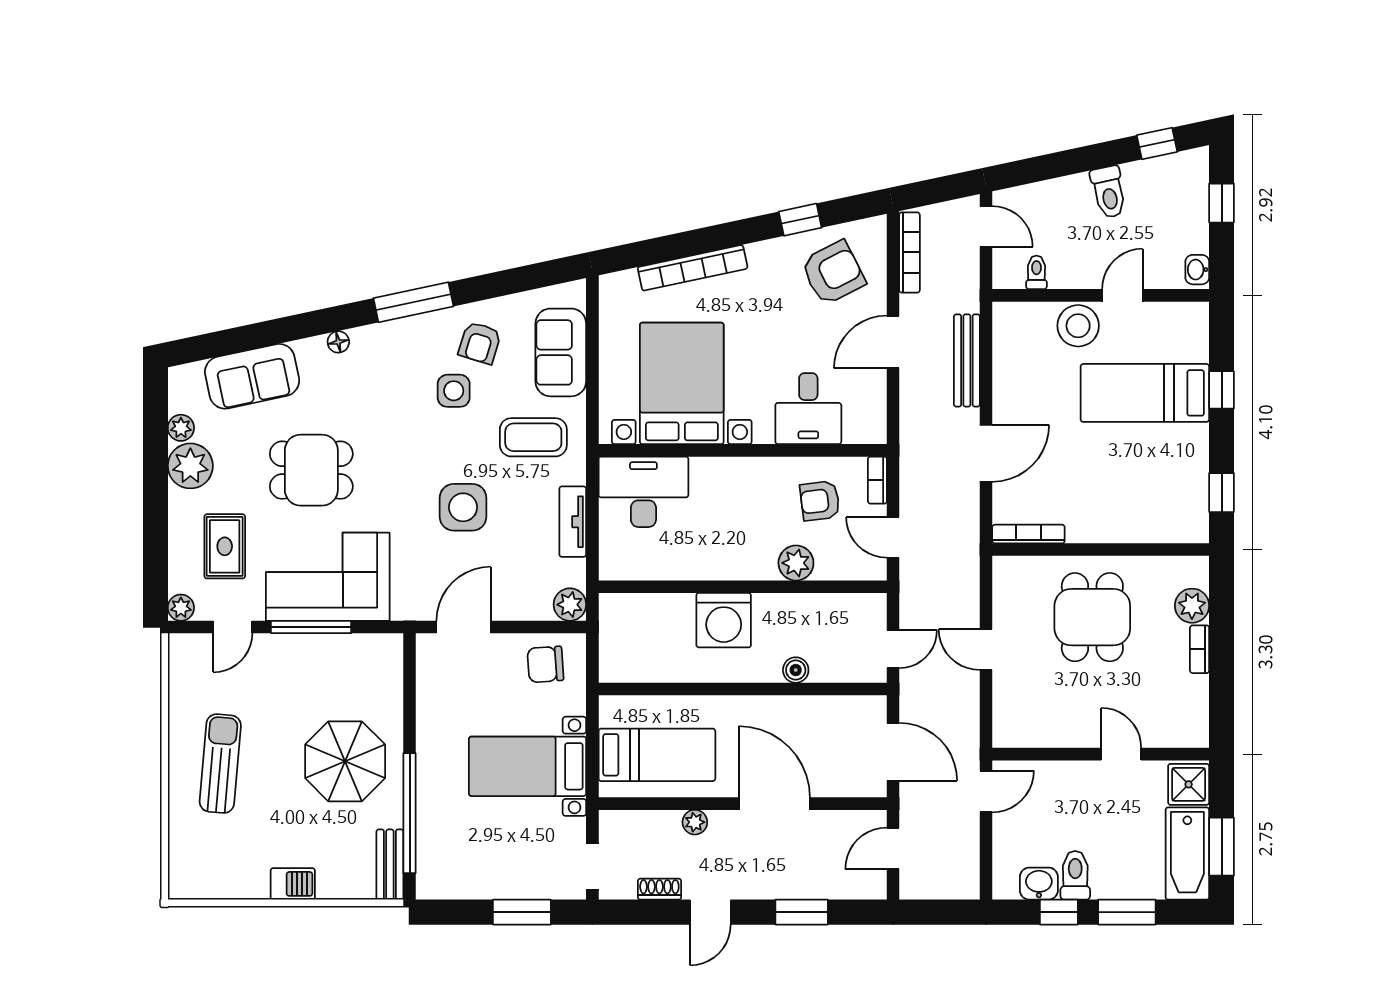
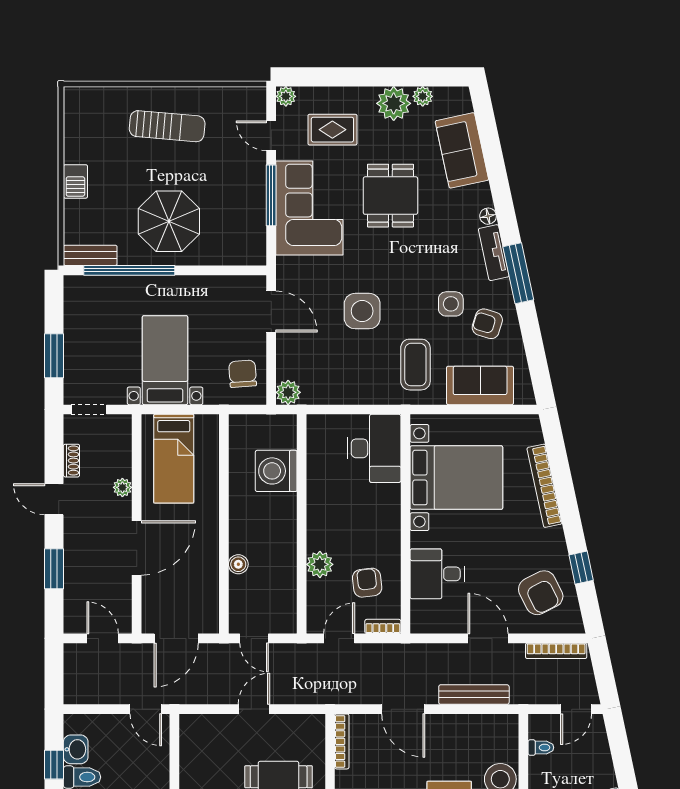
tv unit: (573, 522) -> (494, 253), moved, turned -102
washing machine: (724, 620) -> (276, 471), moved

